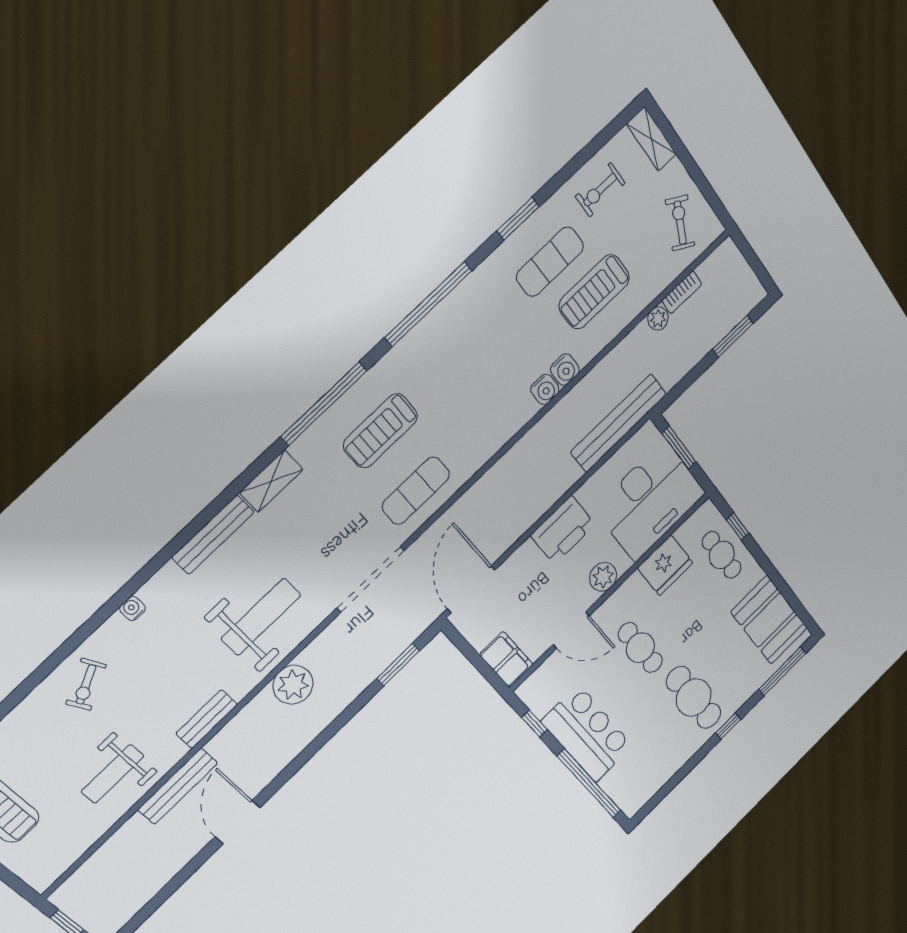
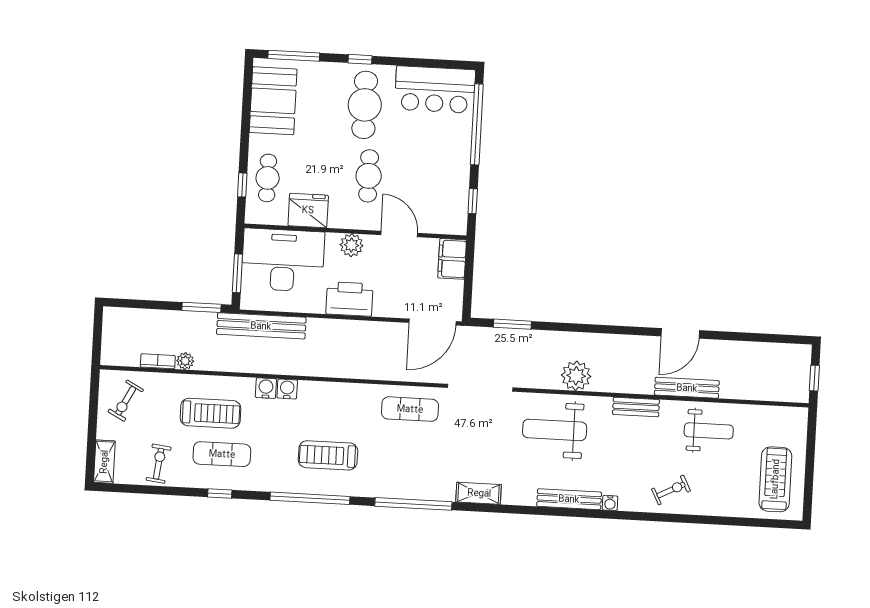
exercise bike: (600, 190) -> (159, 464), turned -83
window: (518, 219) -> (220, 493), width x0.67
window: (733, 336) -> (202, 307), moved
treadmill: (380, 431) -> (328, 455), moved, turned 180
bench: (213, 535) -> (569, 499), moved
bar counter: (587, 734) -> (435, 90), moved, turned -90

